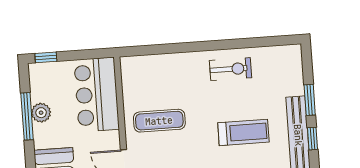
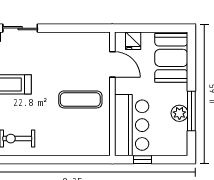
window: (46, 57) -> (143, 160), moved

